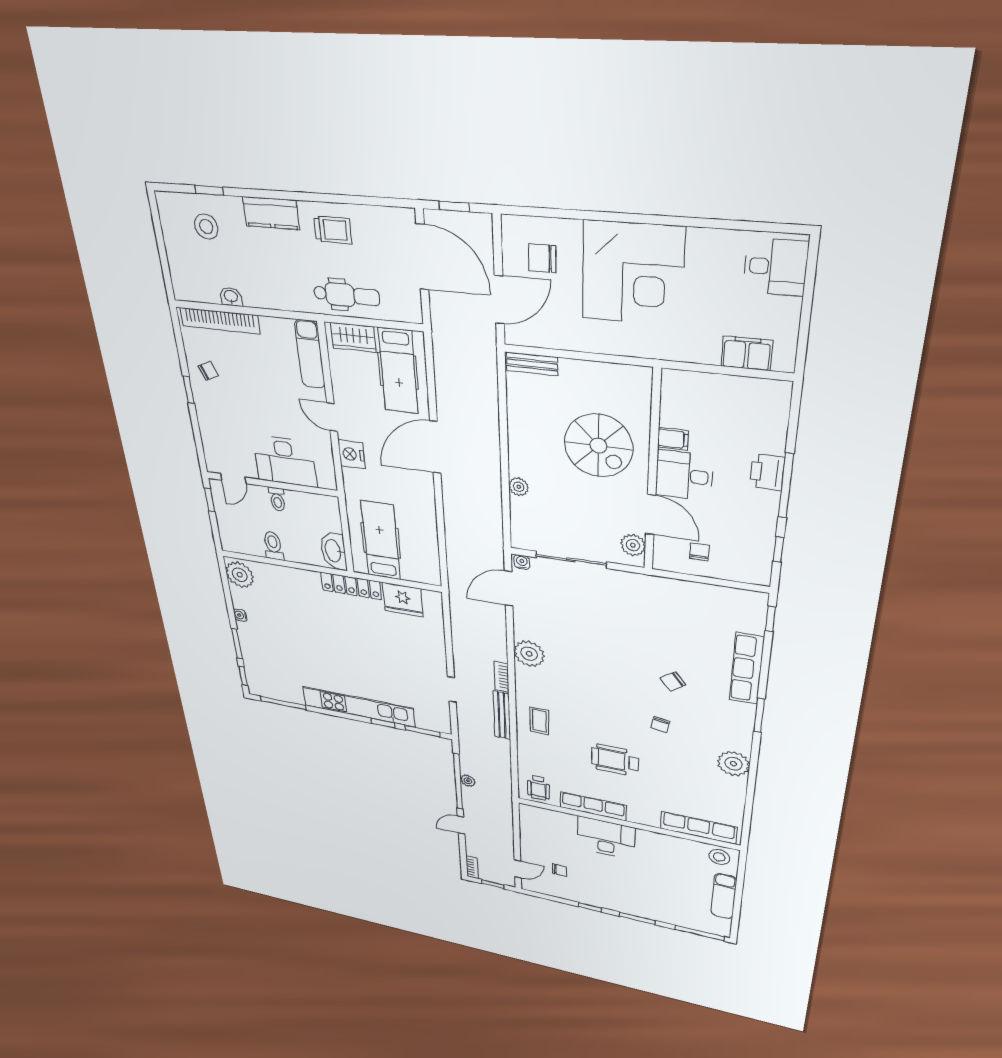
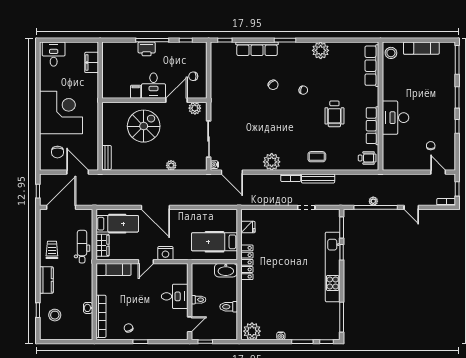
desk: (285, 461) -> (175, 296), width x0.73
door: (233, 479) -> (190, 324), hinge flipped
fridge: (403, 600) -> (248, 227), width x0.53, depth x0.75

